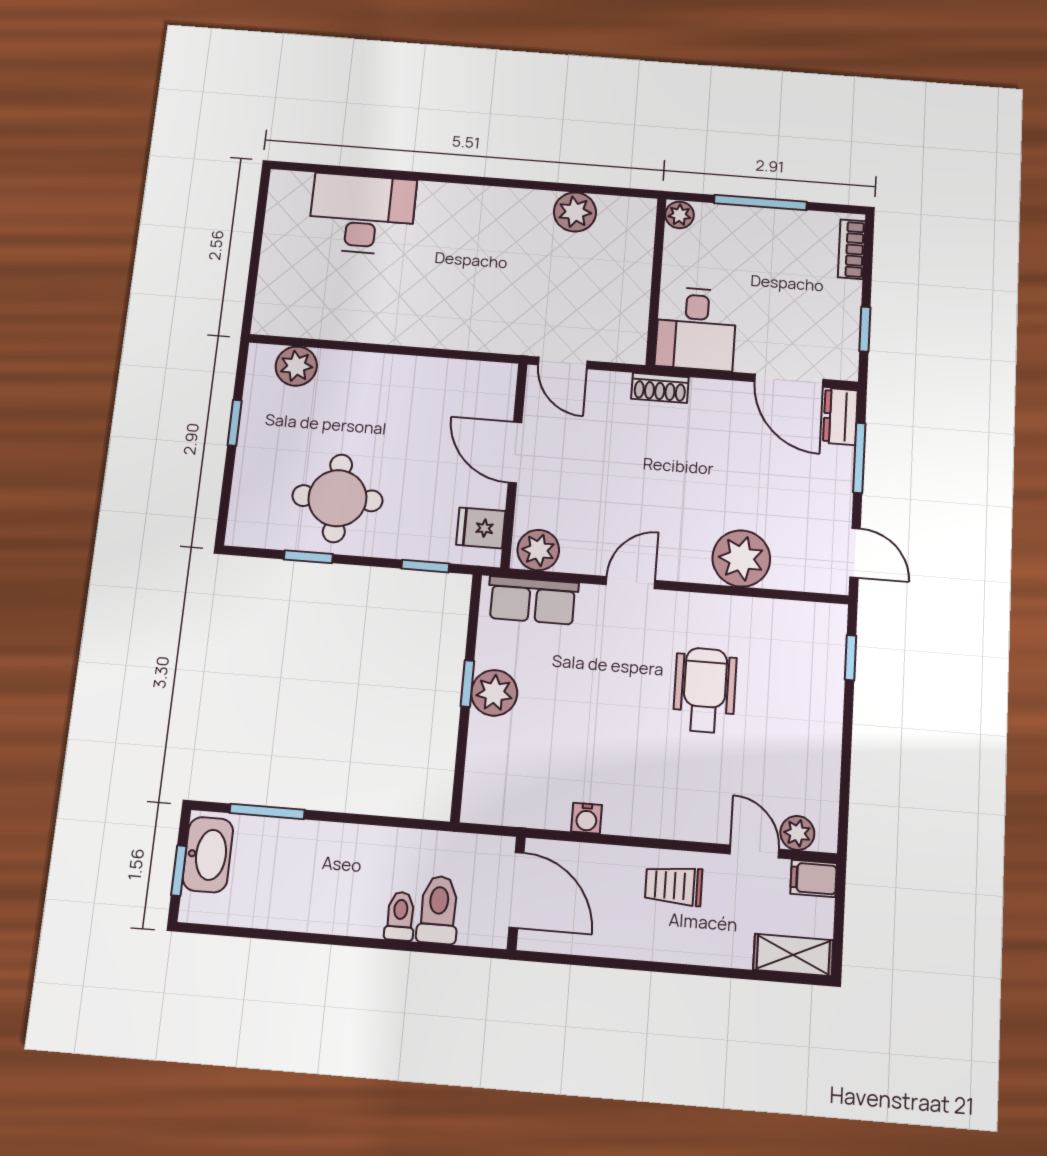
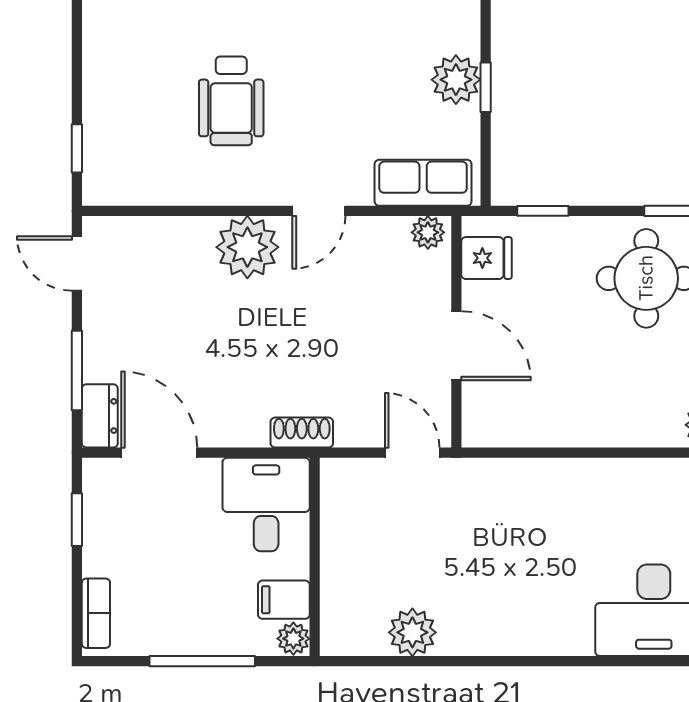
filing cabinet: (686, 248) -> (284, 600), added
plant: (538, 550) -> (428, 232), width x0.73, depth x0.73
plant: (741, 558) -> (247, 247), moved

